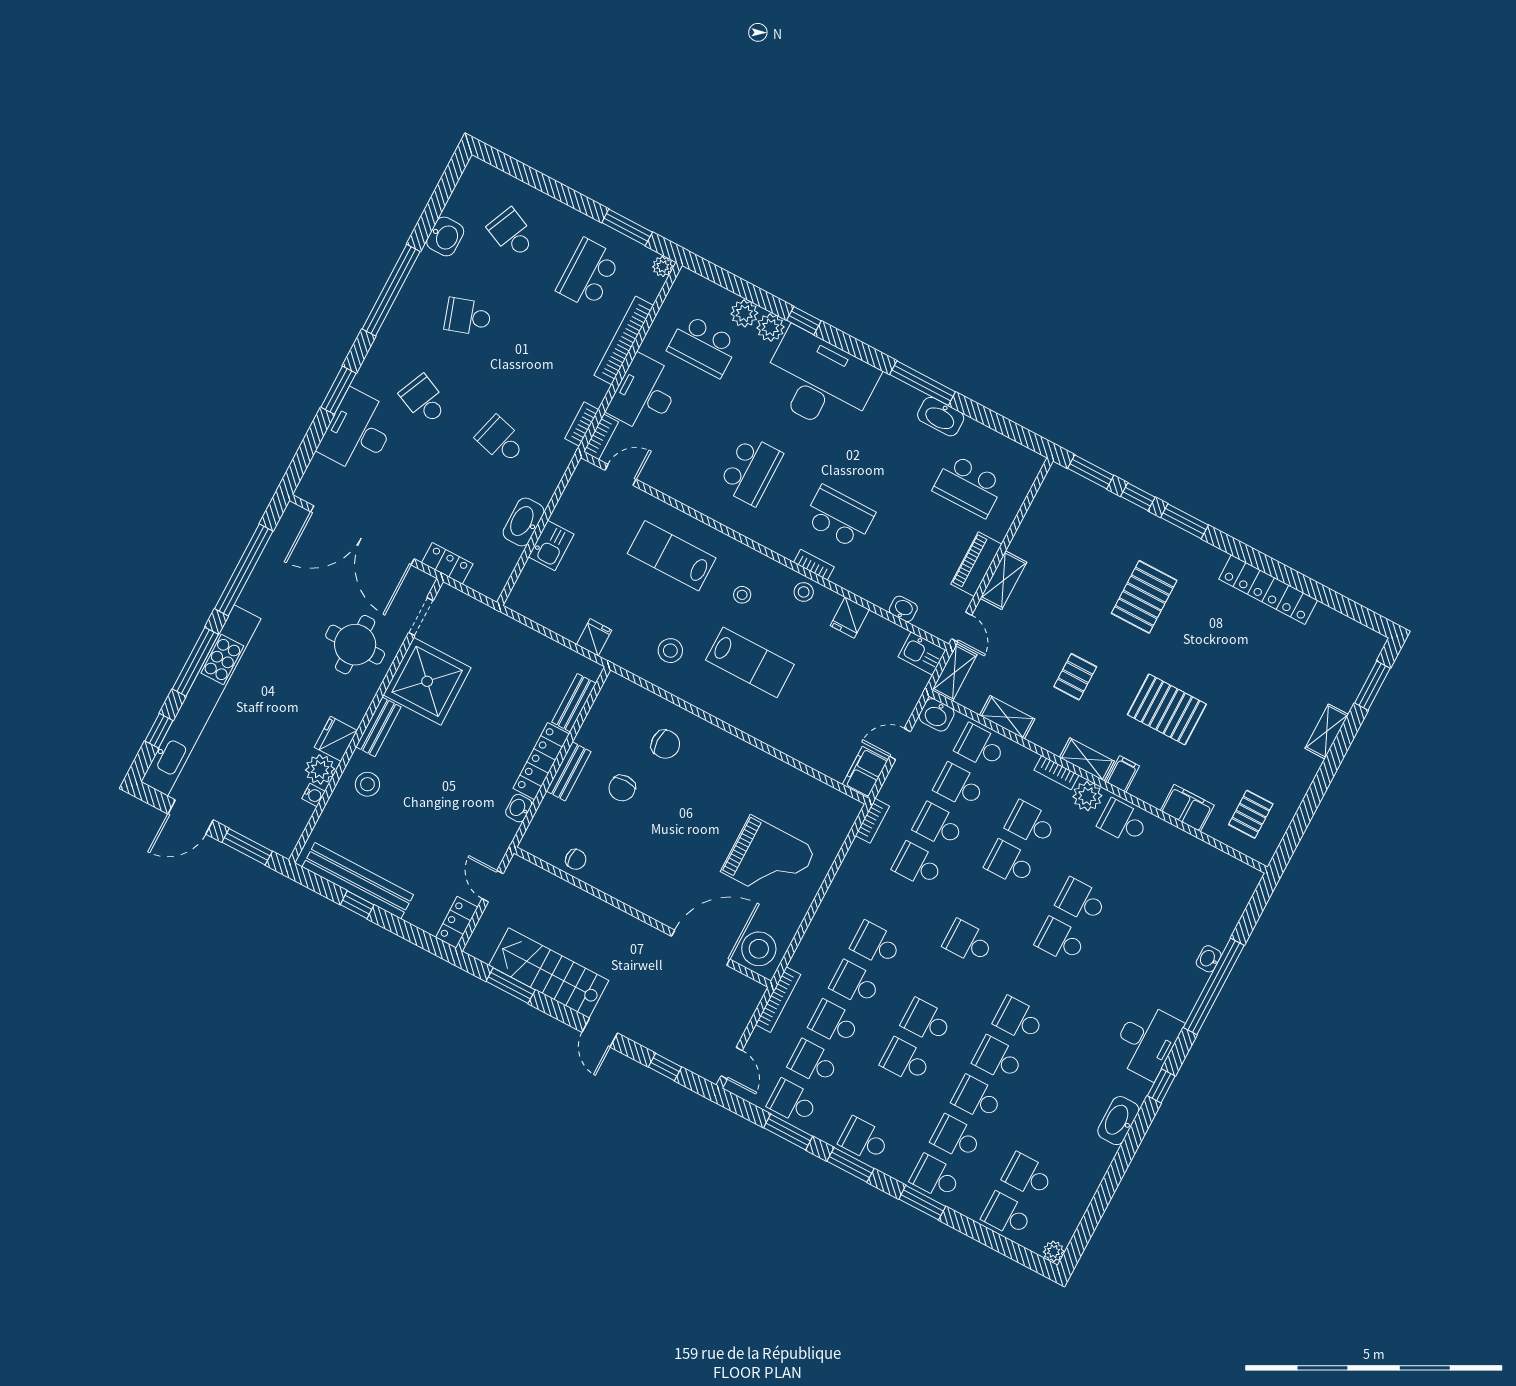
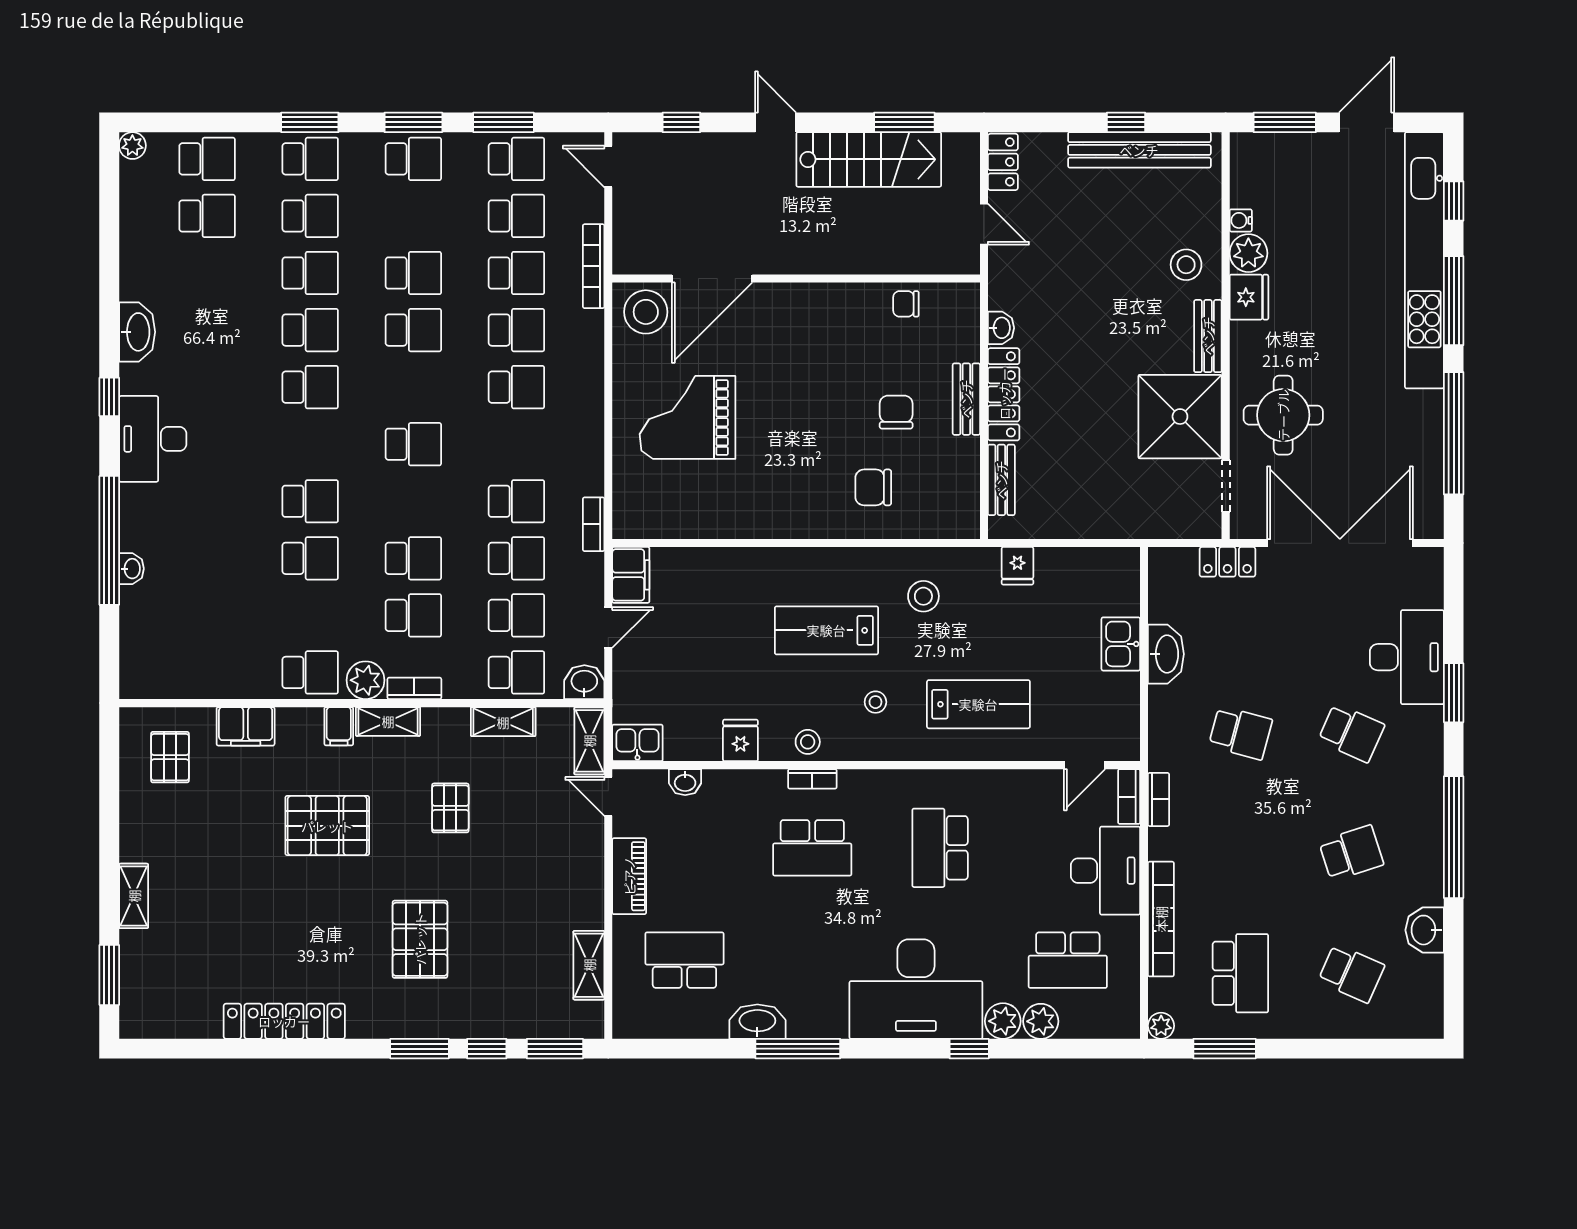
school desk: (703, 346) -> (1068, 960), turned 180
shelving: (1003, 580) -> (589, 965), moved

